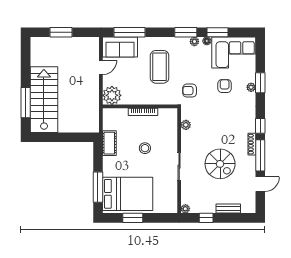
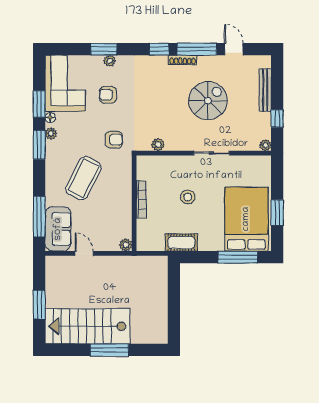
coffee table: (160, 67) -> (83, 178), turned -63
armchair: (190, 91) -> (114, 140), turned -90
plant: (112, 95) -> (126, 245), width x0.53, depth x0.53
stairs: (44, 100) -> (87, 326), moved
window: (26, 103) -> (109, 350), moved
bench: (228, 209) -> (265, 90), width x1.36

